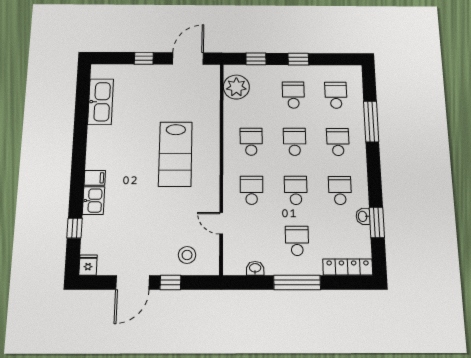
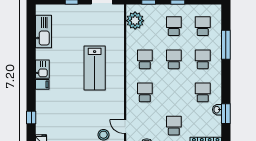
school desk: (296, 190) -> (174, 92), removed
kitchen sink: (94, 201) -> (42, 69), moved
door: (221, 223) -> (125, 127), moved

